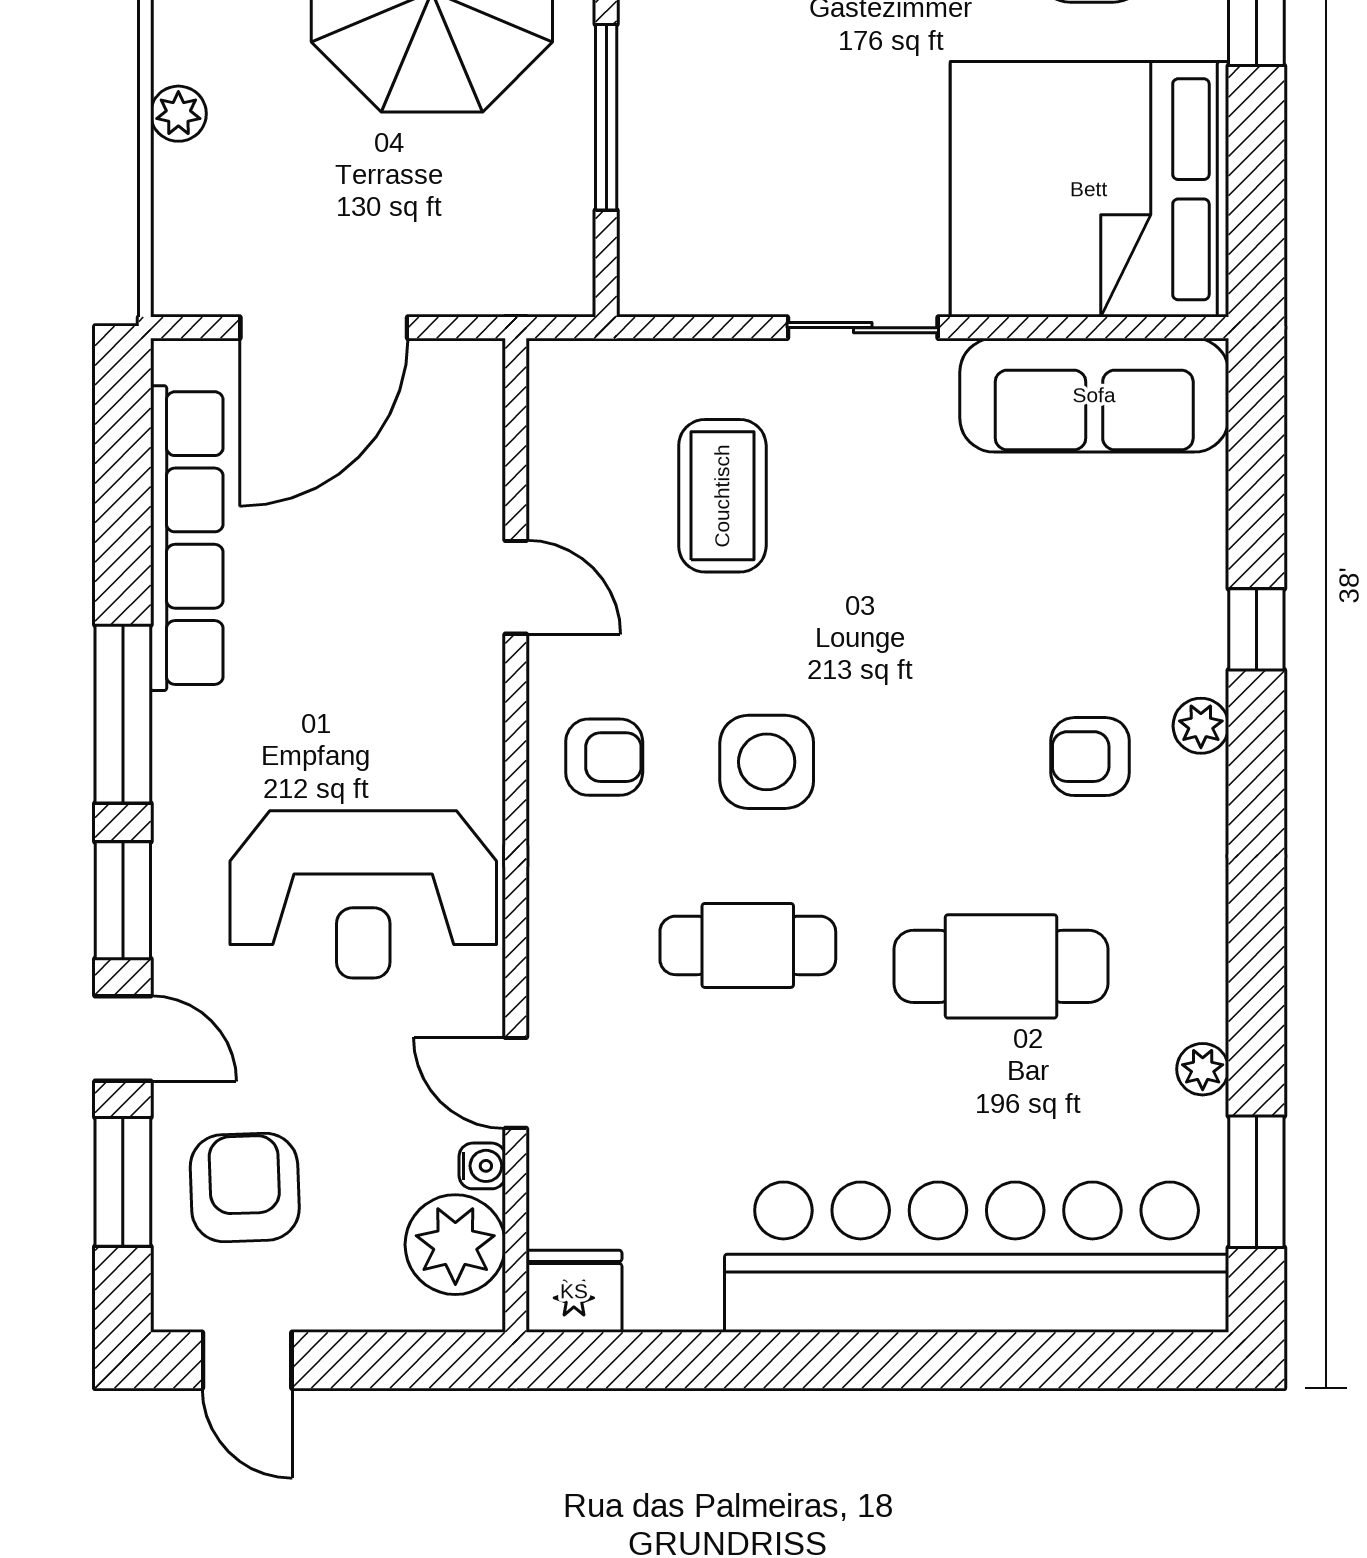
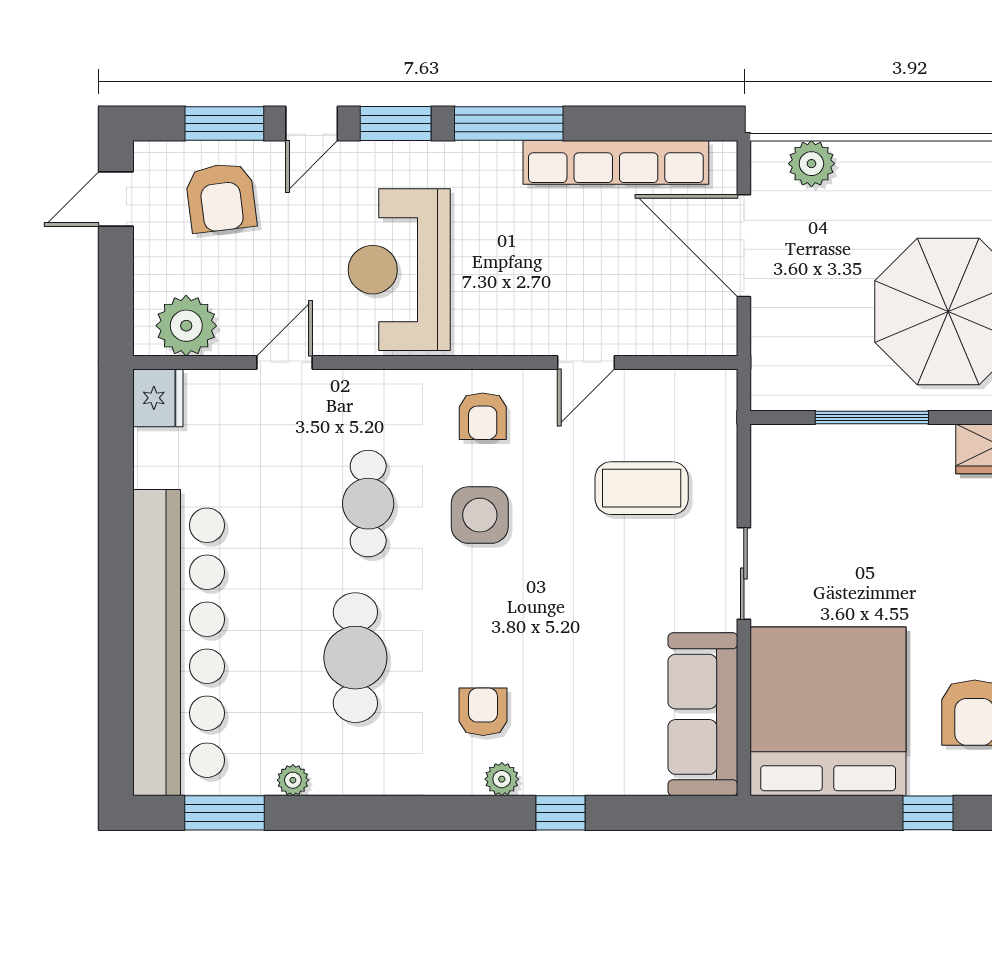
plant: (178, 114) -> (811, 164), moved, width x1.38, depth x1.38
water cooler: (482, 1166) -> (234, 342), removed
armchair: (245, 1188) -> (221, 198), turned 85

